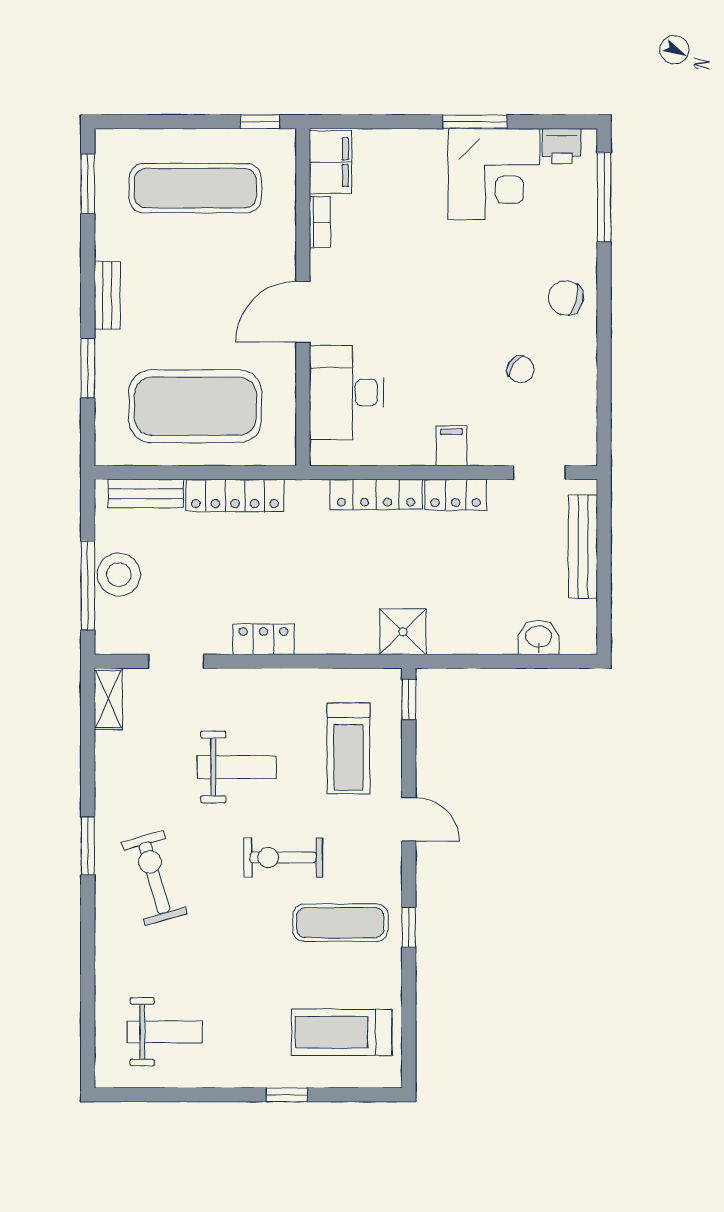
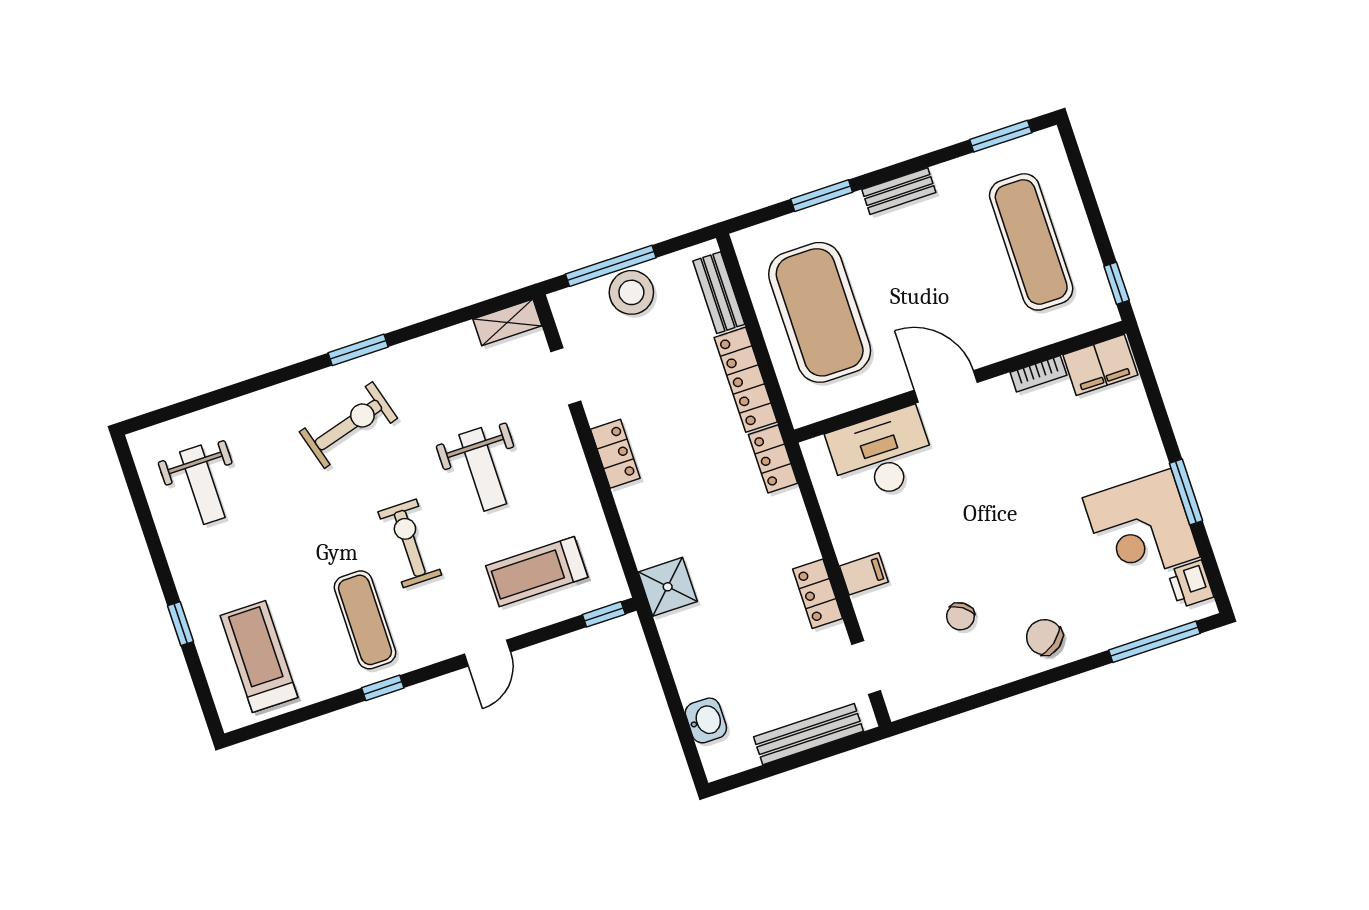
chair: (566, 298) -> (1044, 637), turned -54
locker: (376, 495) -> (773, 459), moved, width x0.66

